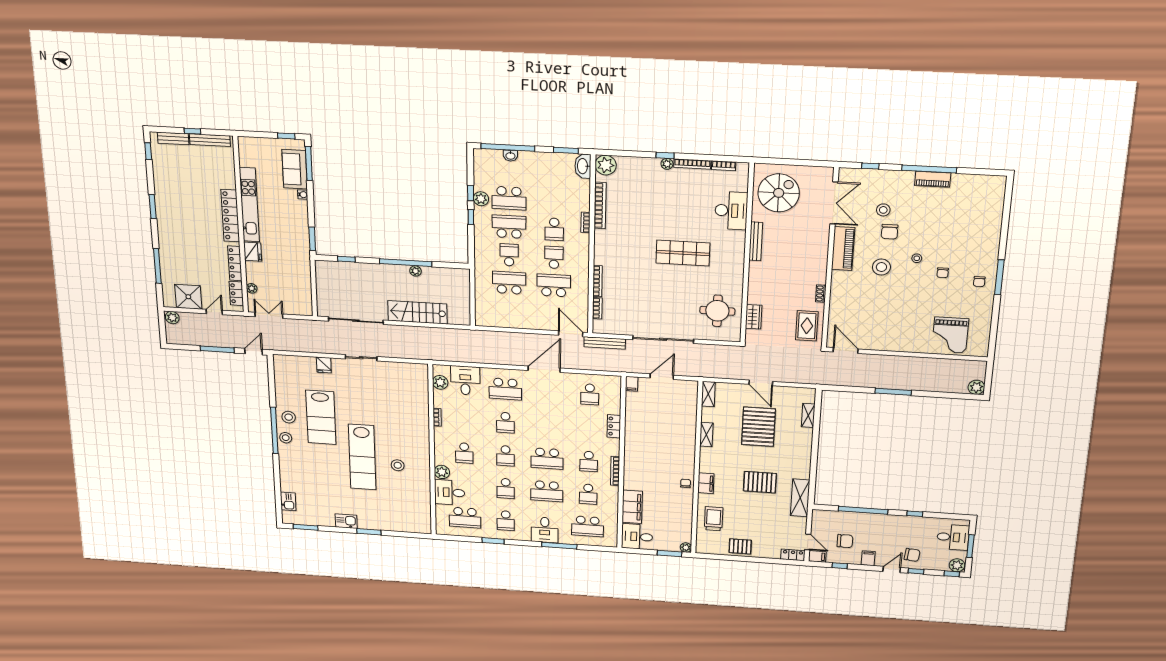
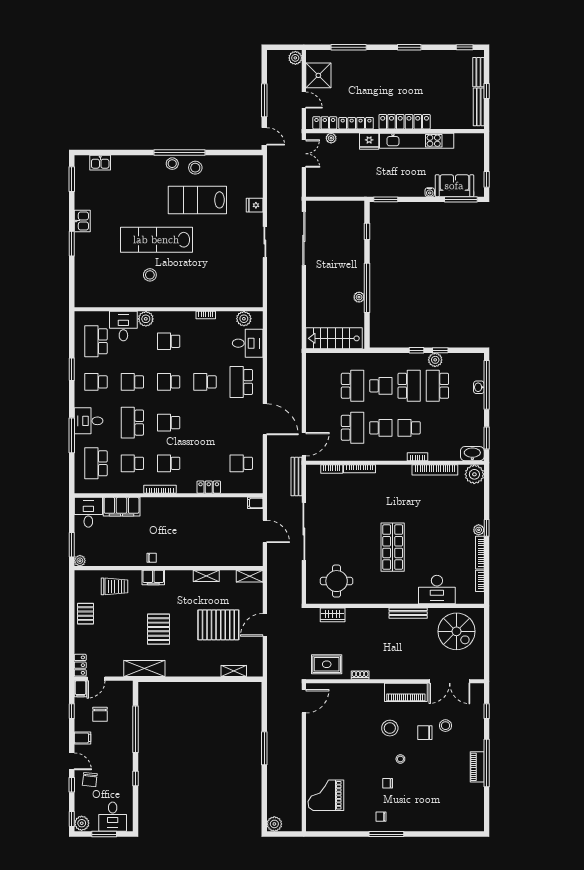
stairs: (417, 312) -> (334, 338), moved, turned -90
school desk: (547, 459) -> (169, 423), width x0.54

